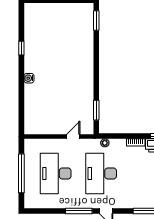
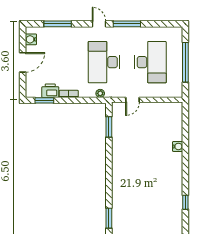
window: (21, 48) -> (185, 202), moved
water cooler: (29, 78) -> (178, 146), moved
desk: (101, 174) -> (104, 62), turned 180

